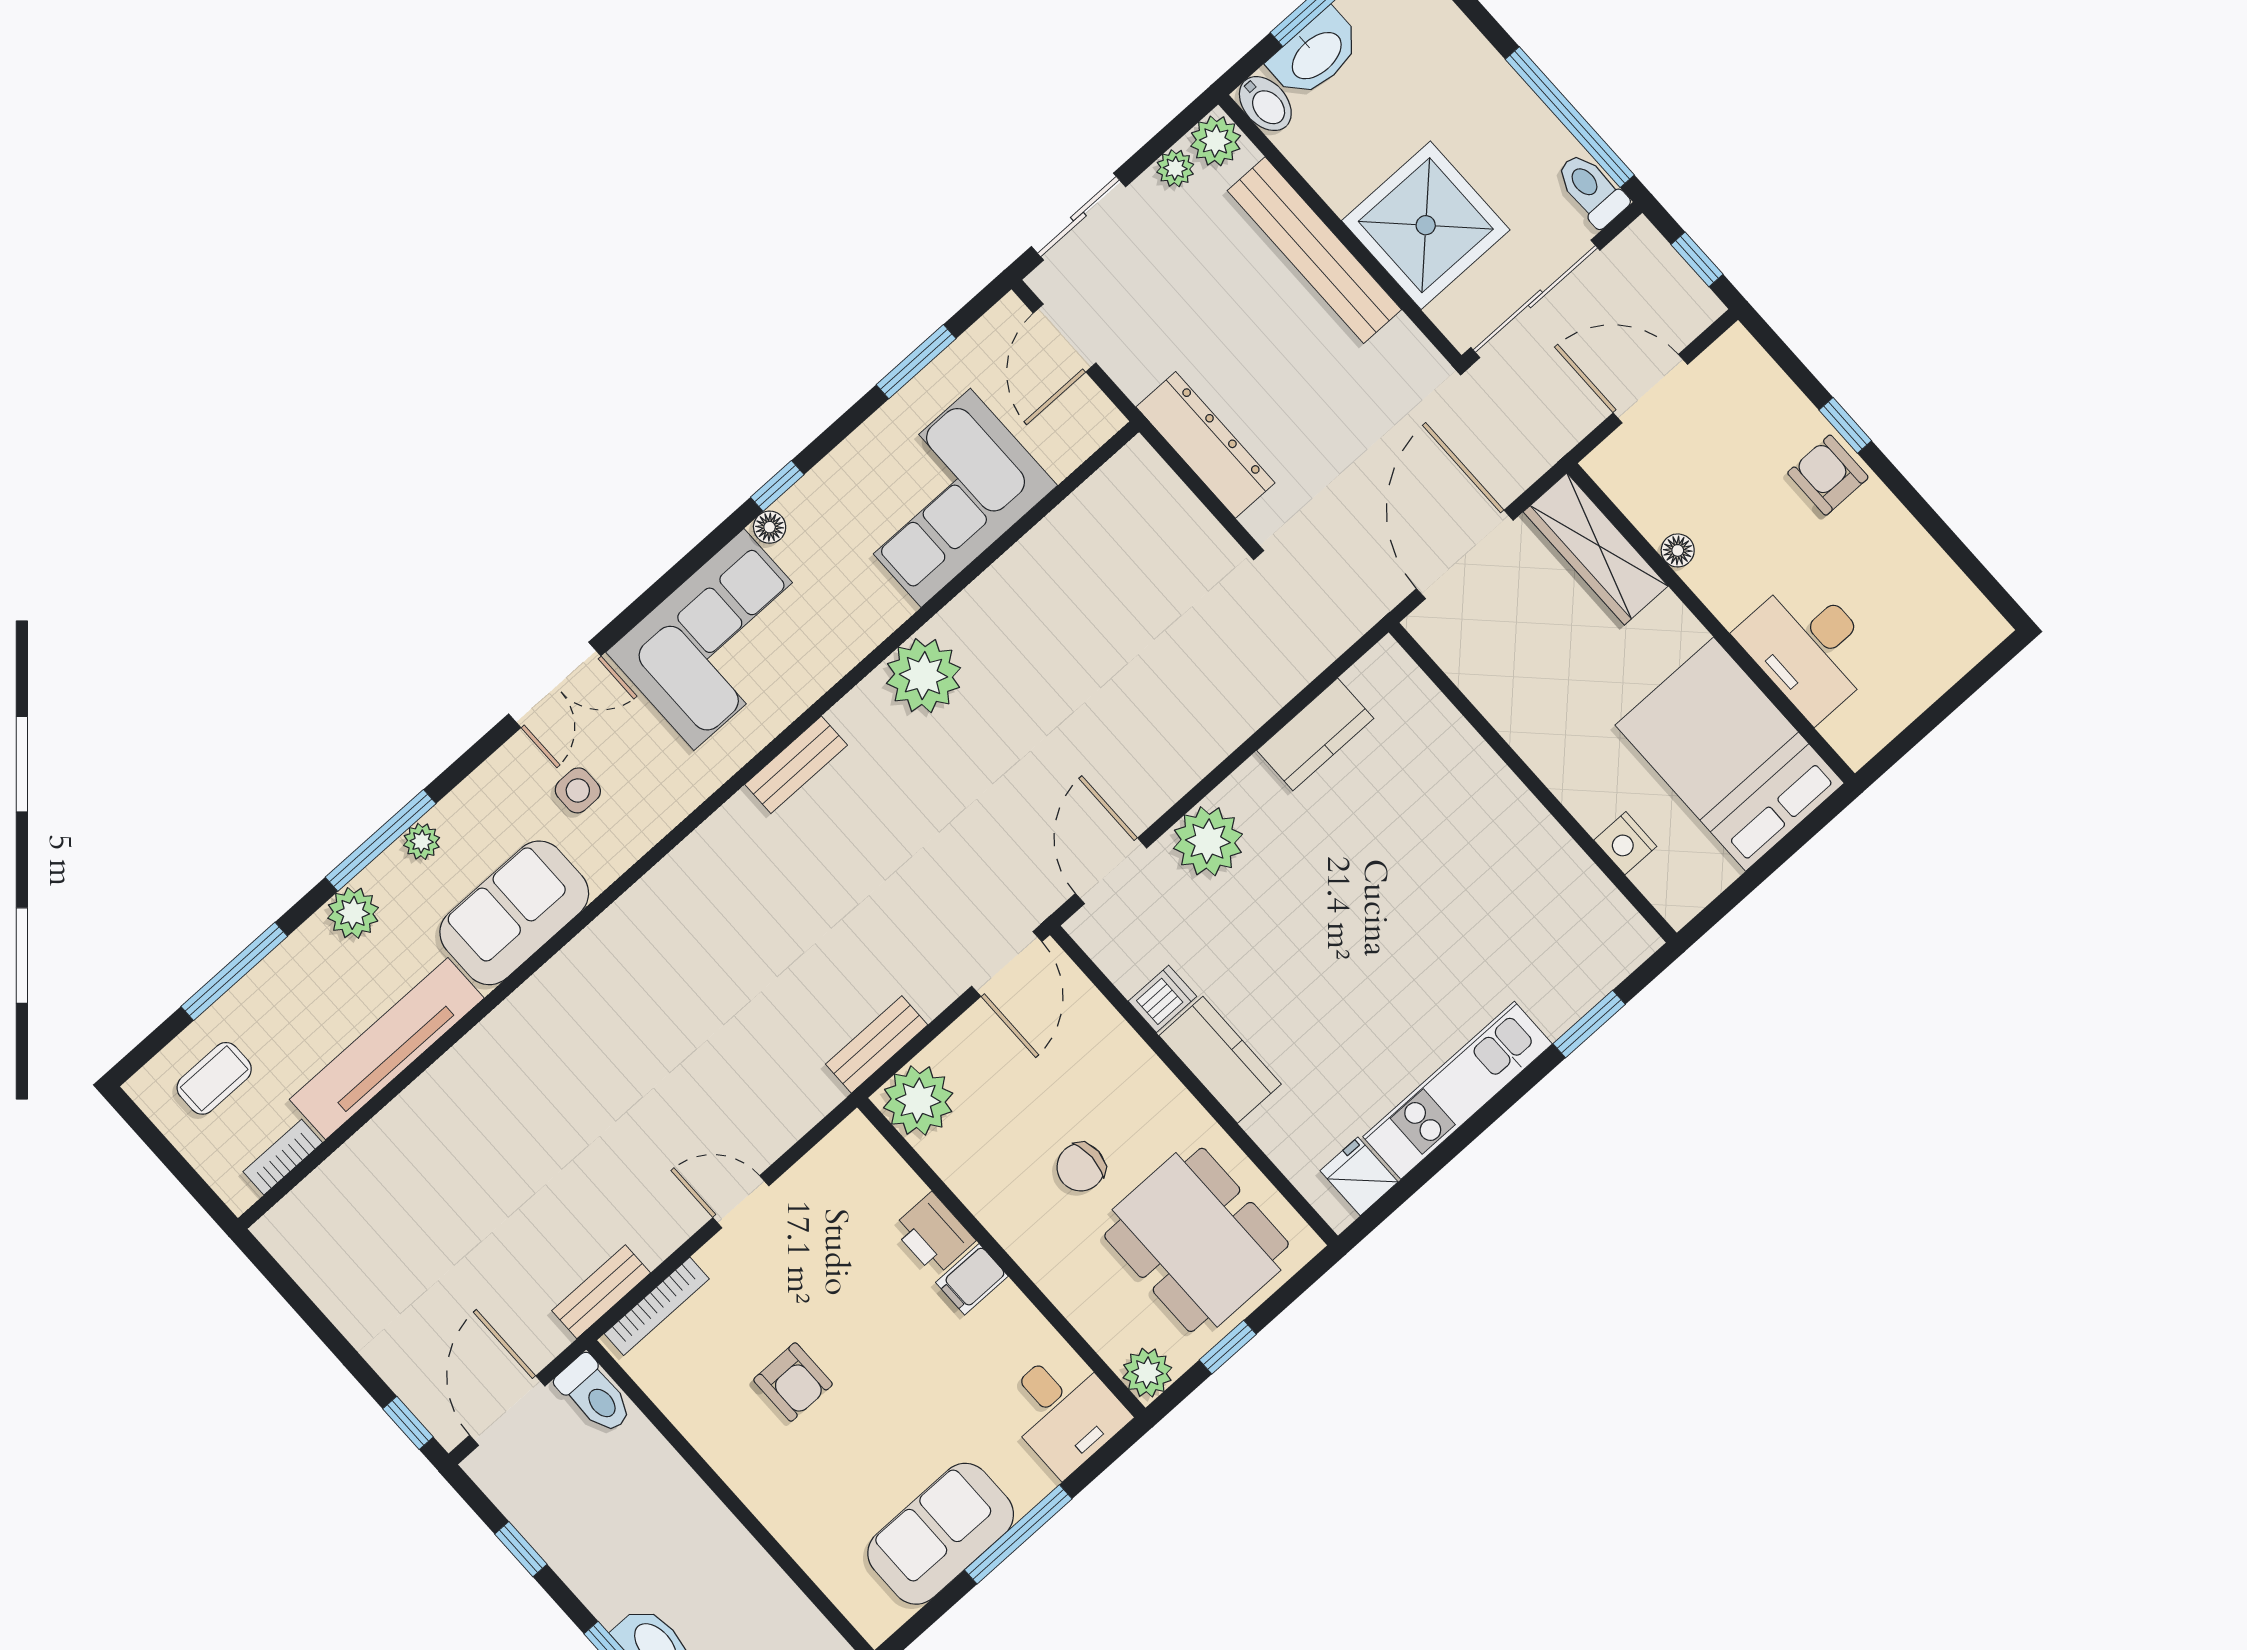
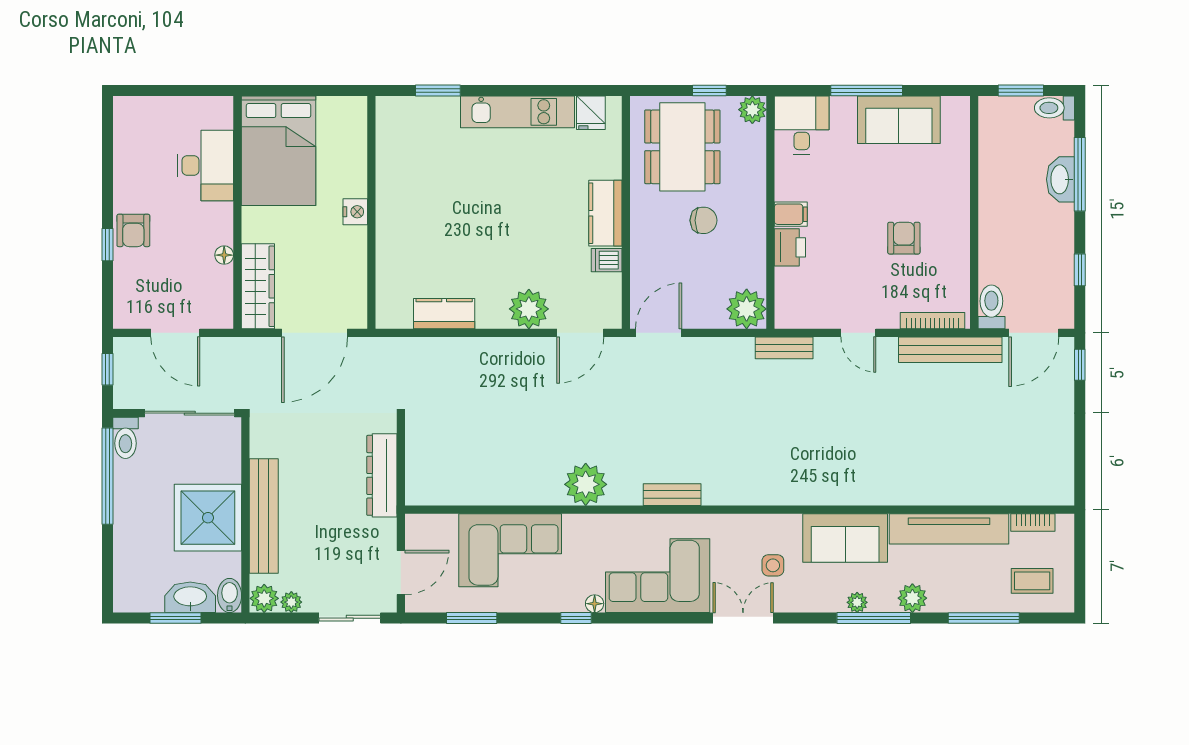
shower: (1426, 225) -> (208, 518), moved
nightstand: (1625, 843) -> (355, 212), moved
bench: (877, 1044) -> (784, 348), moved
bench: (601, 1292) -> (950, 350), width x1.86, depth x1.21

